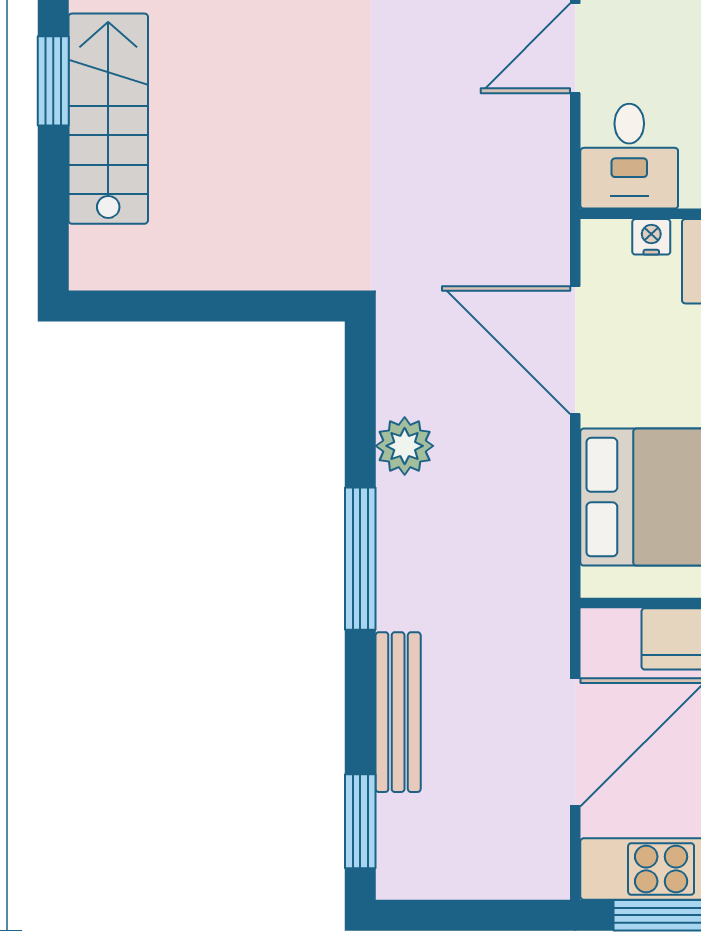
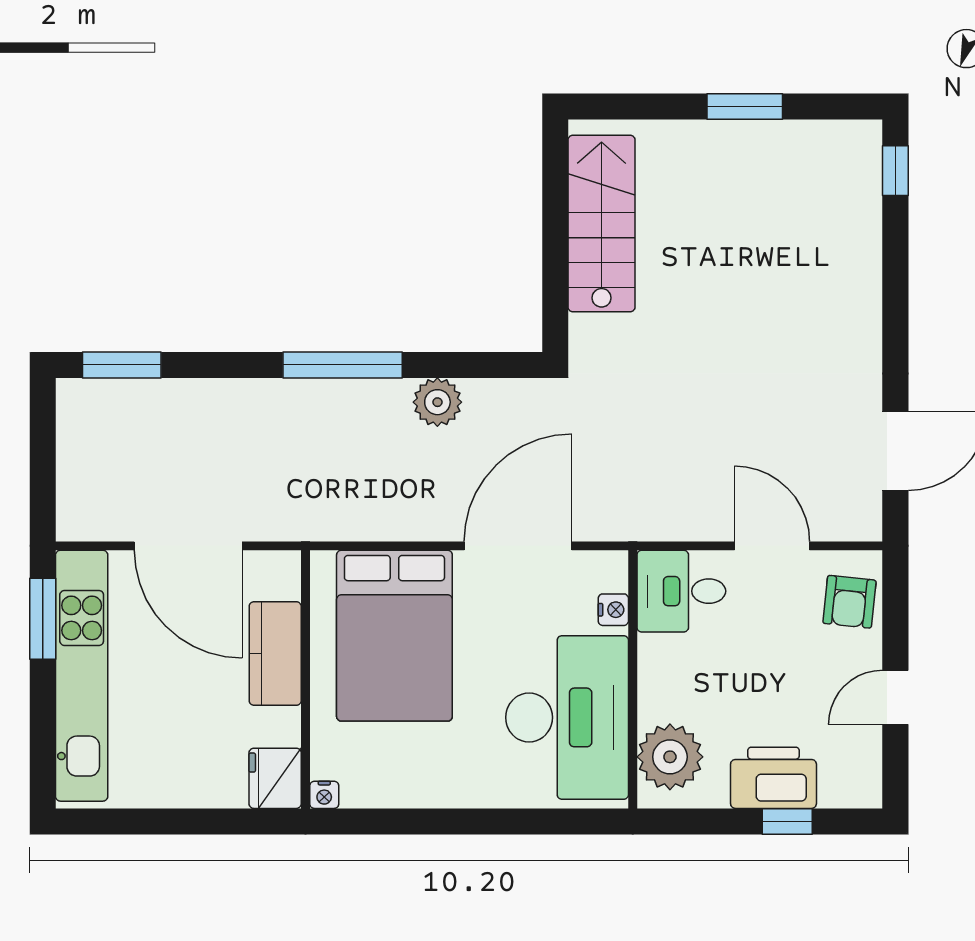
stairs: (108, 119) -> (602, 224), moved, turned -90
bench: (398, 712) -> (214, 397), removed

